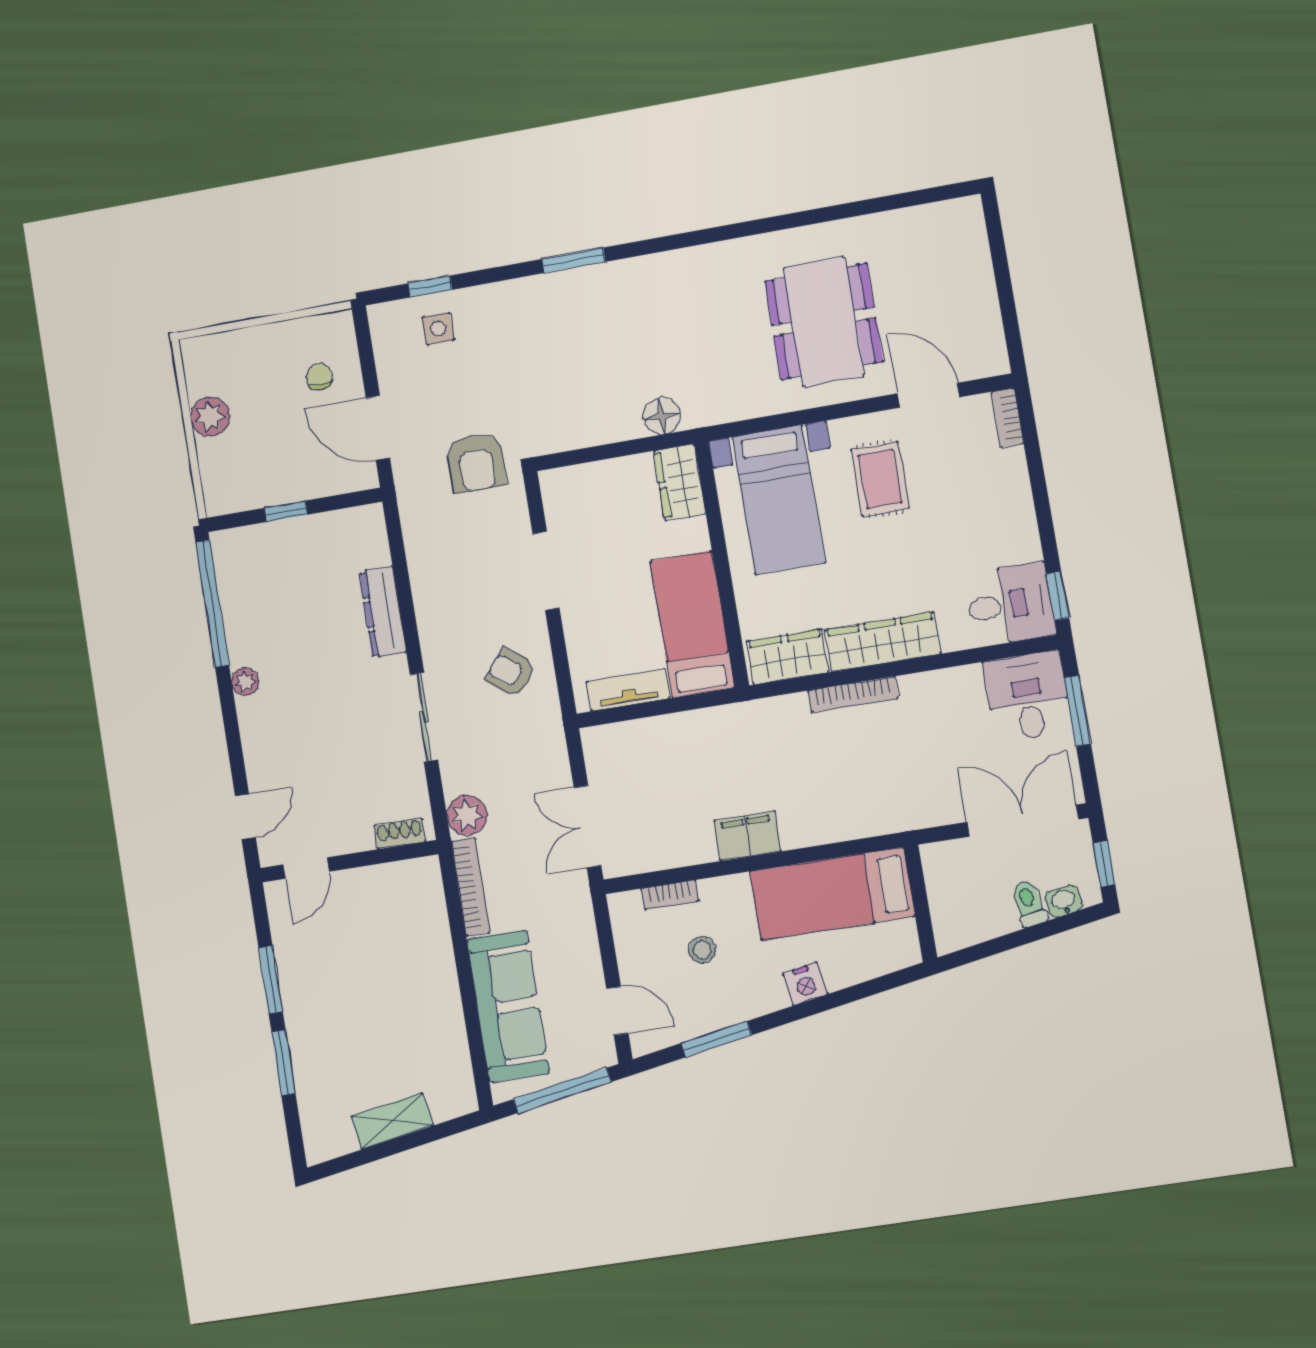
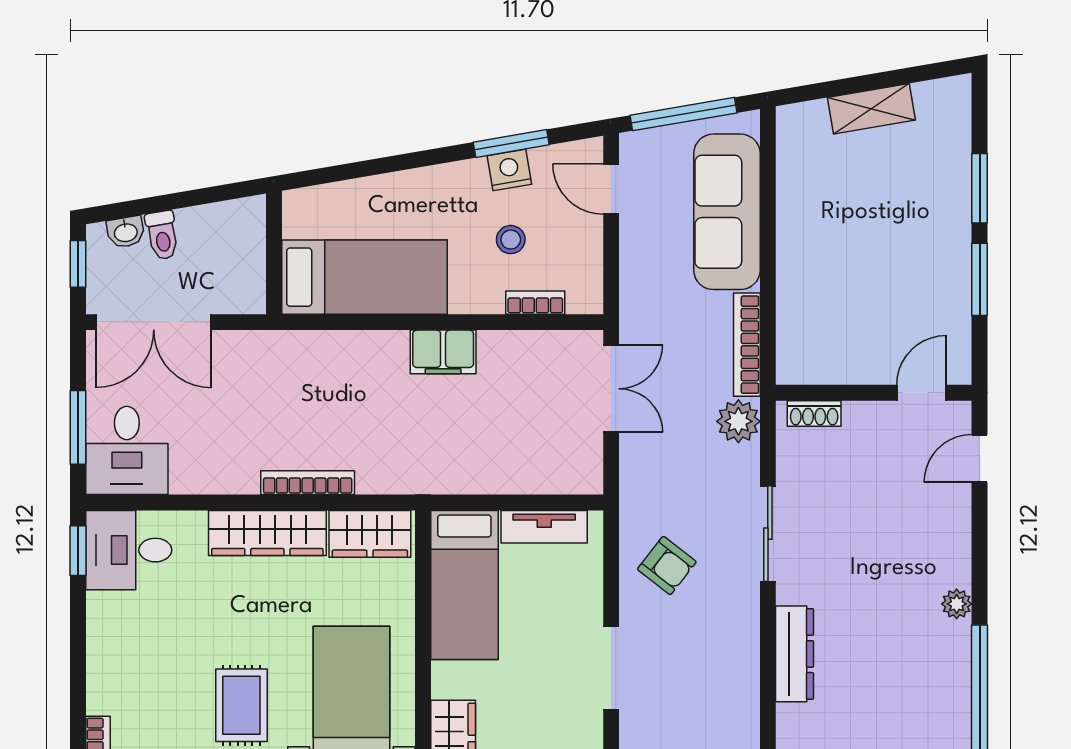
nightstand: (805, 984) -> (509, 170), moved

